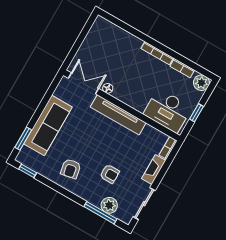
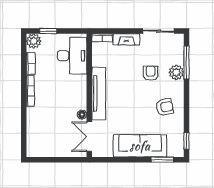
window: (196, 113) -> (48, 31), moved
plant: (109, 205) -> (176, 72), moved

